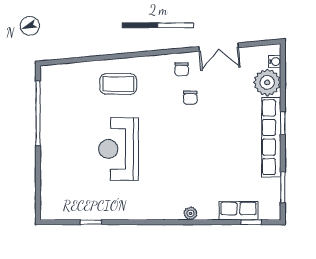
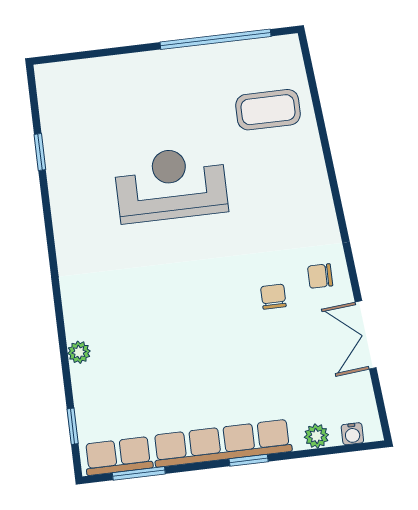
plant: (267, 82) -> (316, 436), width x0.53, depth x0.53
coffee table: (118, 84) -> (268, 110), moved, turned 90
chair: (190, 98) -> (273, 297), turned 90
row of seats: (238, 211) -> (118, 456), moved, turned -90
plant: (190, 213) -> (79, 352), moved

